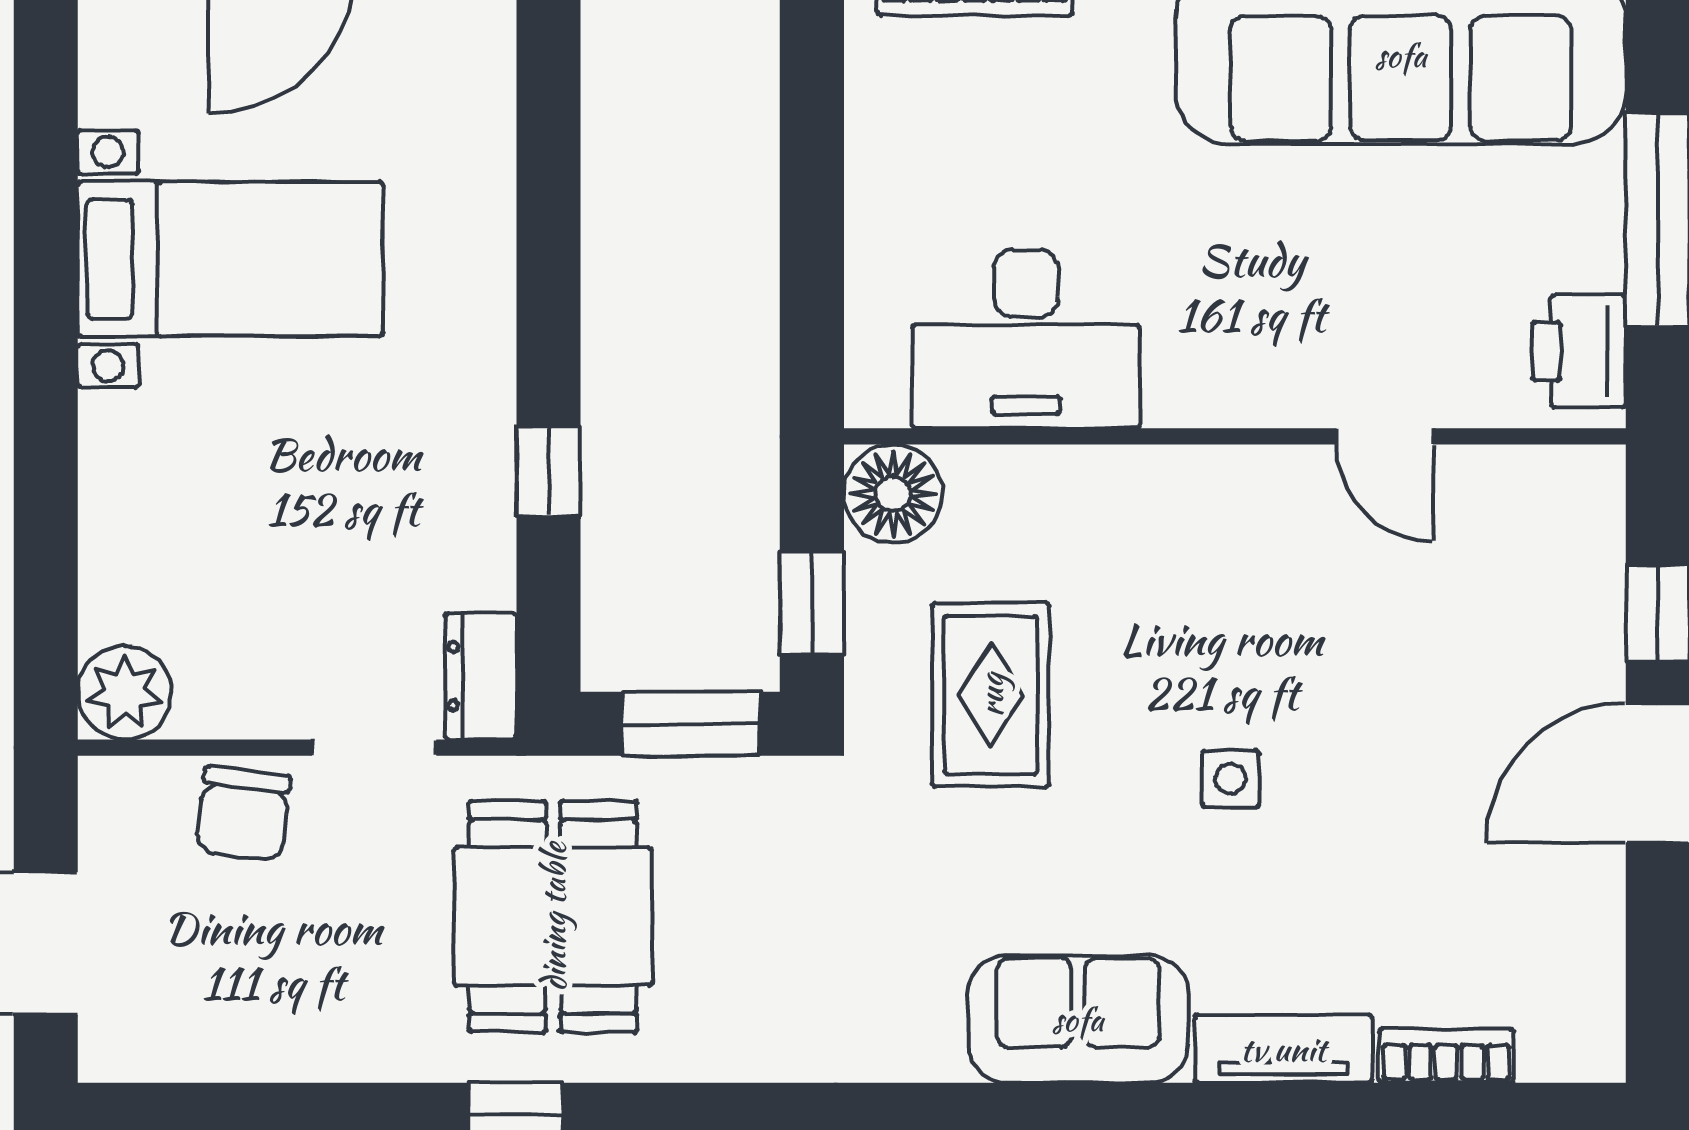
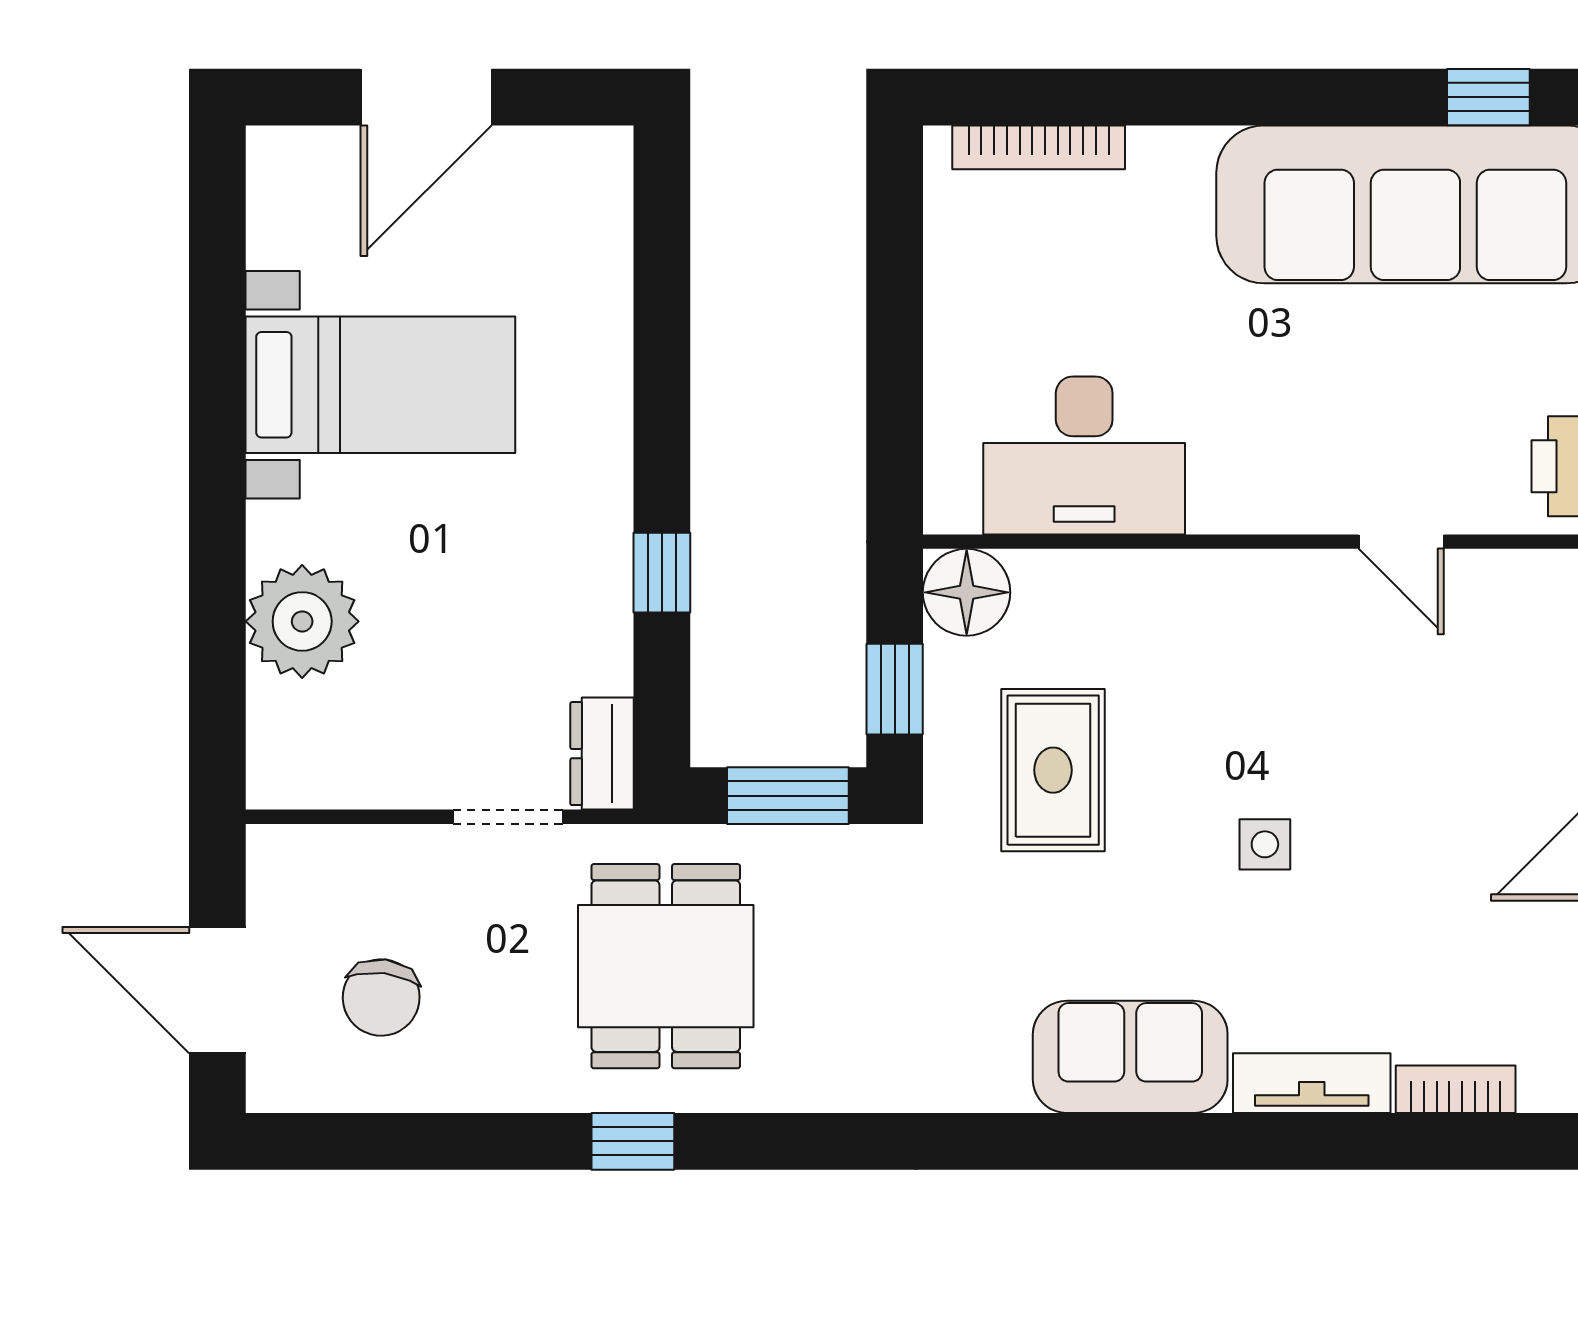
plant: (125, 693) -> (302, 621), moved, width x1.36, depth x1.36
chair: (243, 814) -> (381, 998), moved

